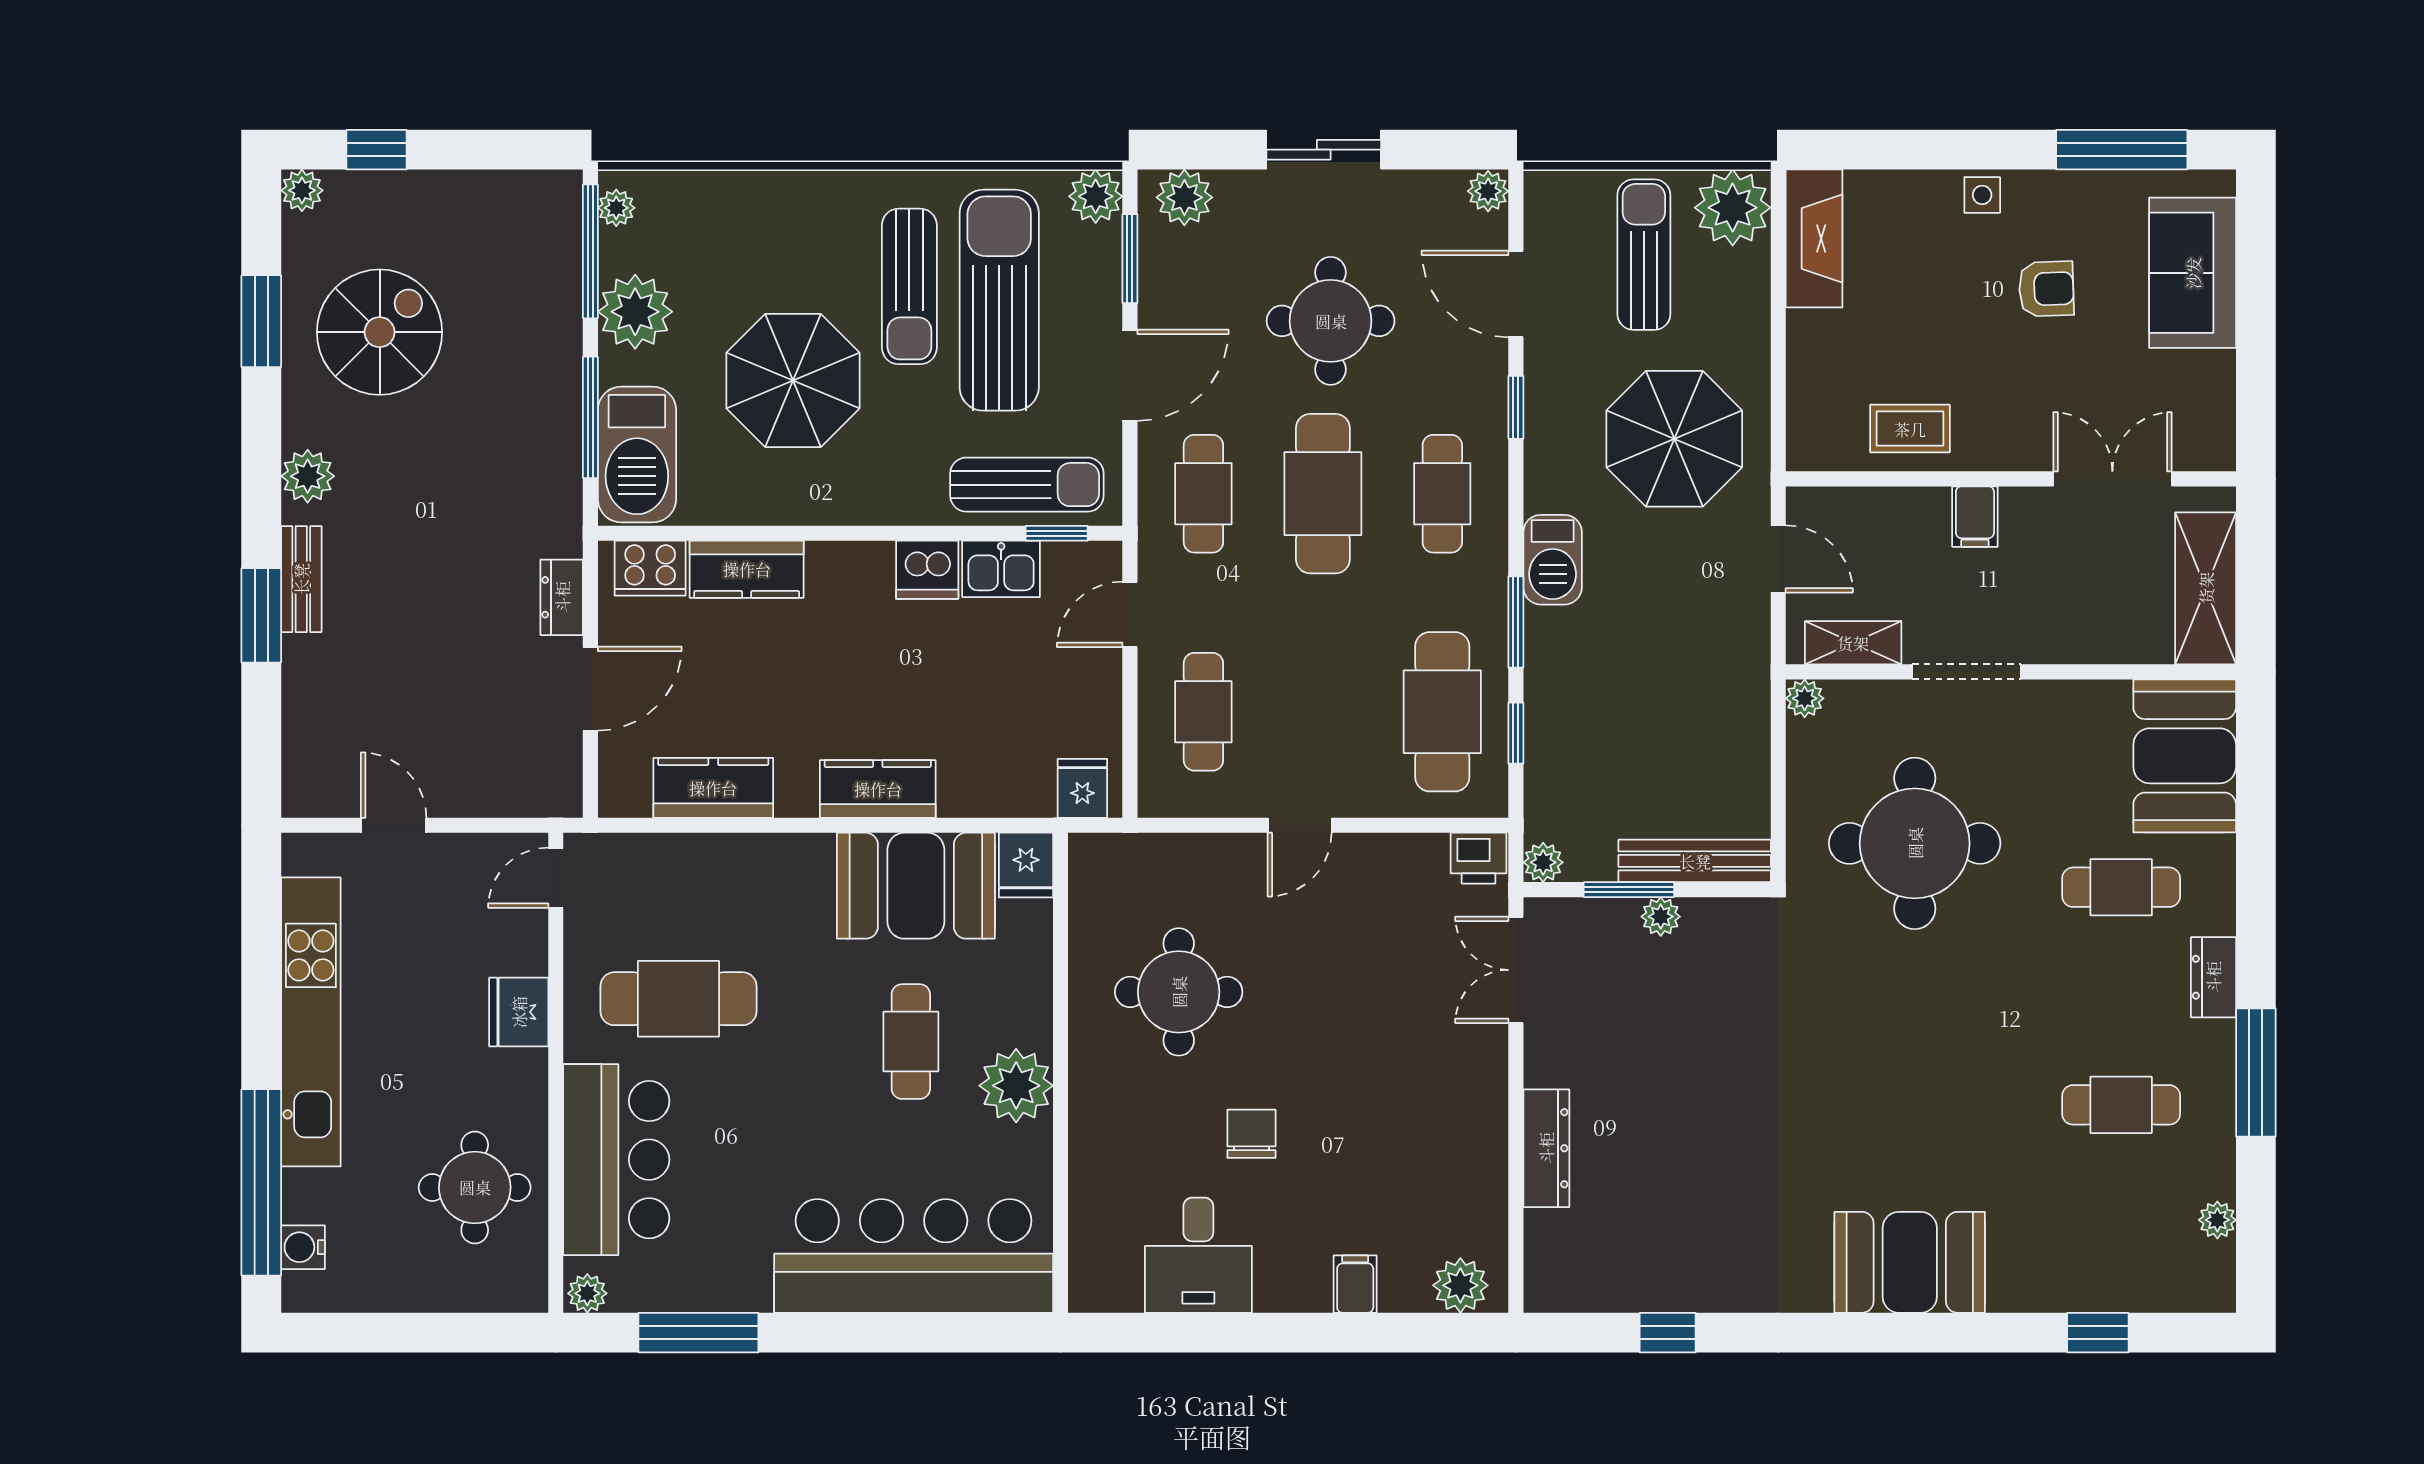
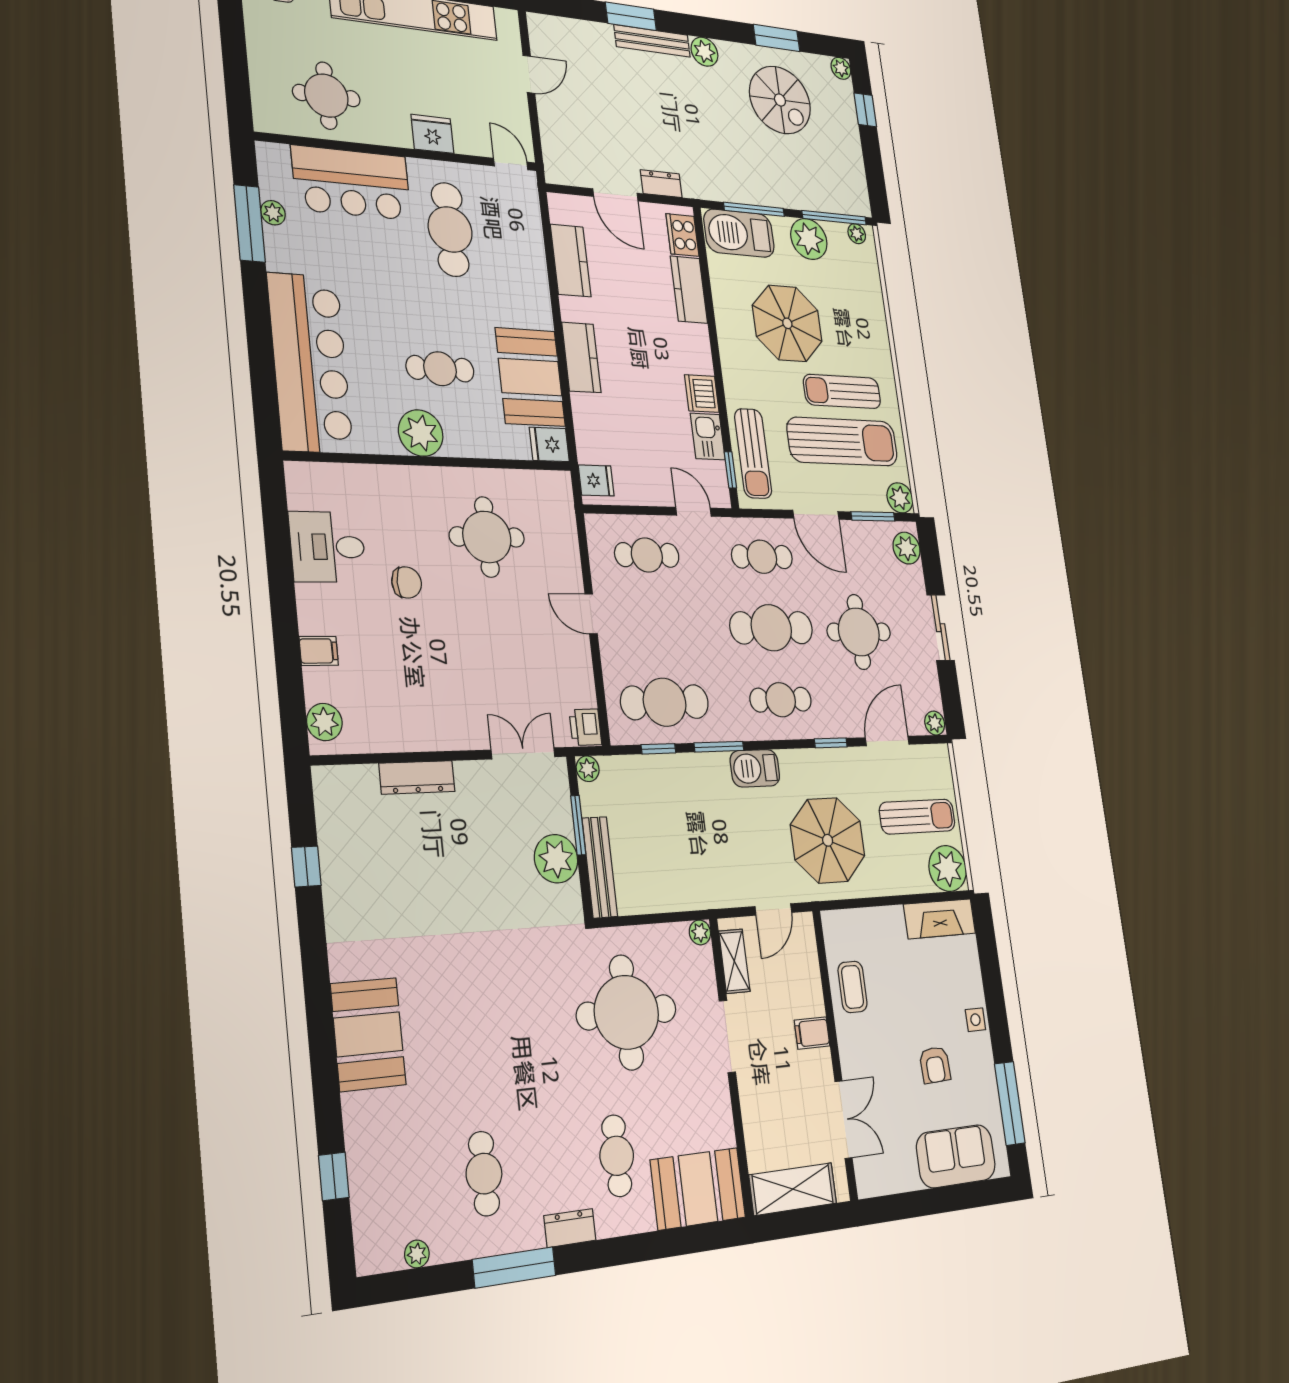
bench: (301, 579) -> (652, 41), width x1.36
plant: (1661, 917) -> (556, 859), width x1.88, depth x1.88
plant: (587, 1293) -> (273, 213), moved

